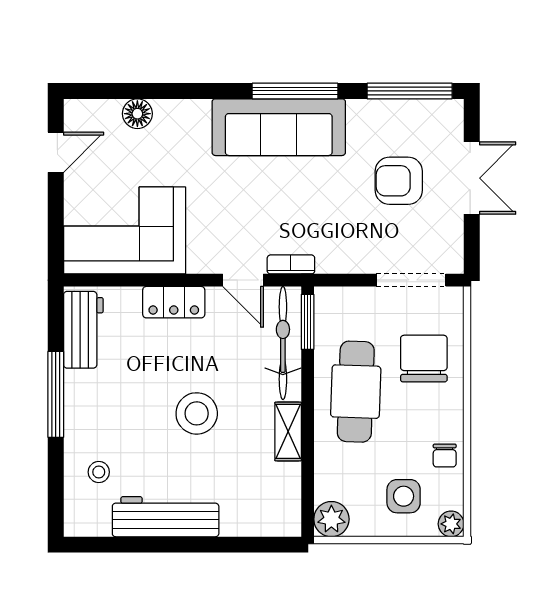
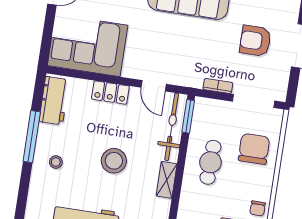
bookcase: (291, 264) -> (218, 86), moved
cafe table: (356, 392) -> (210, 162), width x0.73, depth x0.74
stool: (99, 472) -> (56, 162), moved

